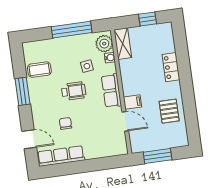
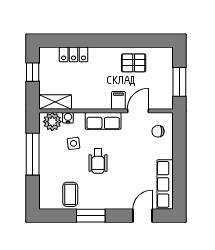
locker: (171, 67) -> (74, 54), moved
wheelchair: (74, 91) -> (98, 161), turned 180
chair: (65, 123) -> (158, 131), moved

